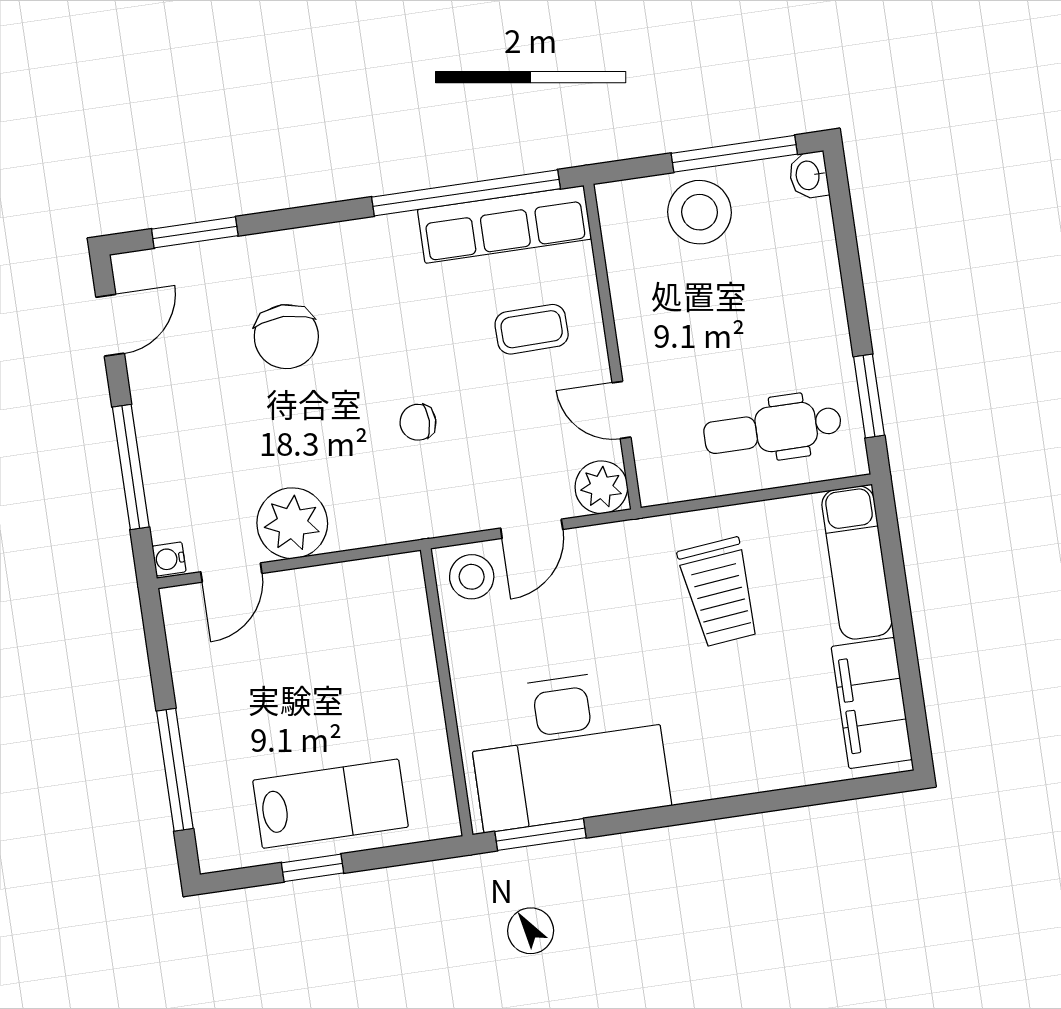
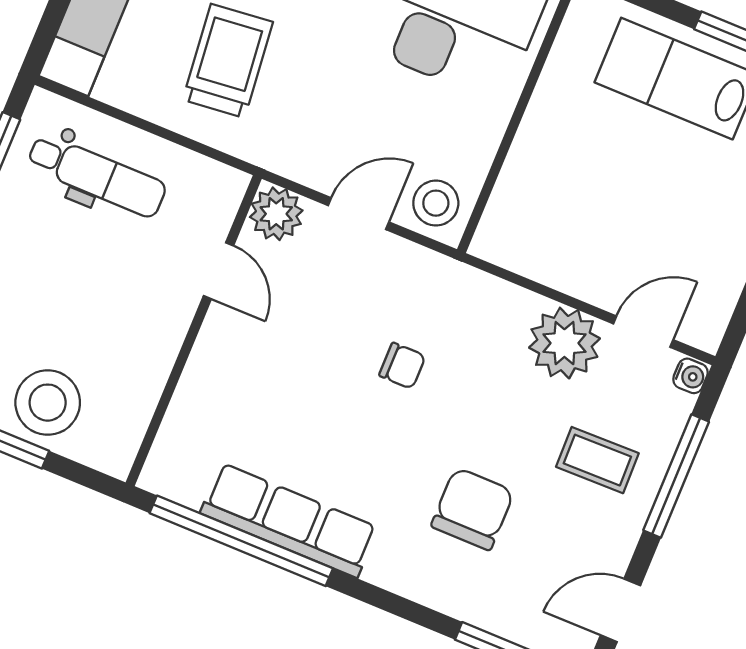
row of seats: (504, 224) -> (289, 520), moved
coffee table: (532, 329) -> (597, 460), moved

